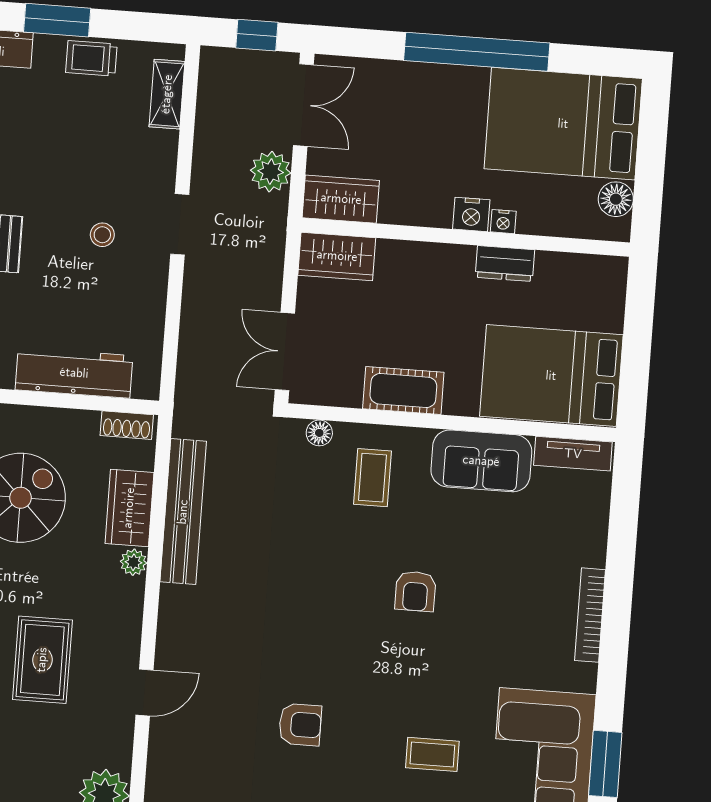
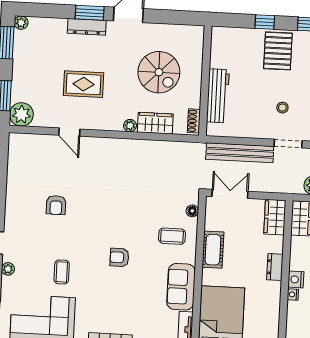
dresser: (505, 264) -> (275, 267), moved
bench: (183, 512) -> (240, 153), moved
coffee table: (432, 754) -> (62, 272), moved

